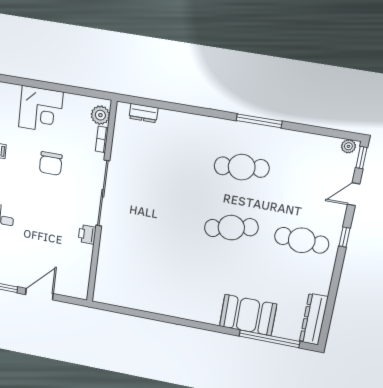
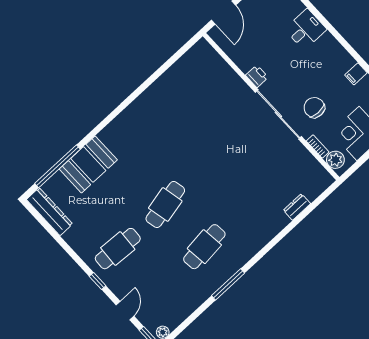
plant: (100, 115) -> (335, 160), moved
bookcase: (102, 139) -> (318, 146), moved
sliding door: (103, 193) -> (278, 114), moved
wall: (101, 204) -> (271, 107), moved
printer: (87, 234) -> (257, 76), moved

